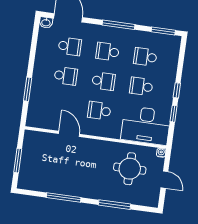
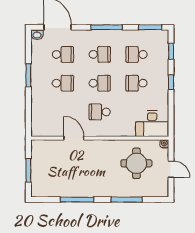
school desk: (108, 52) -> (100, 54), turned 180
window: (28, 89) -> (28, 75), moved
window: (174, 114) -> (171, 51), moved
desk: (146, 125) -> (152, 124), width x0.73, depth x0.77

